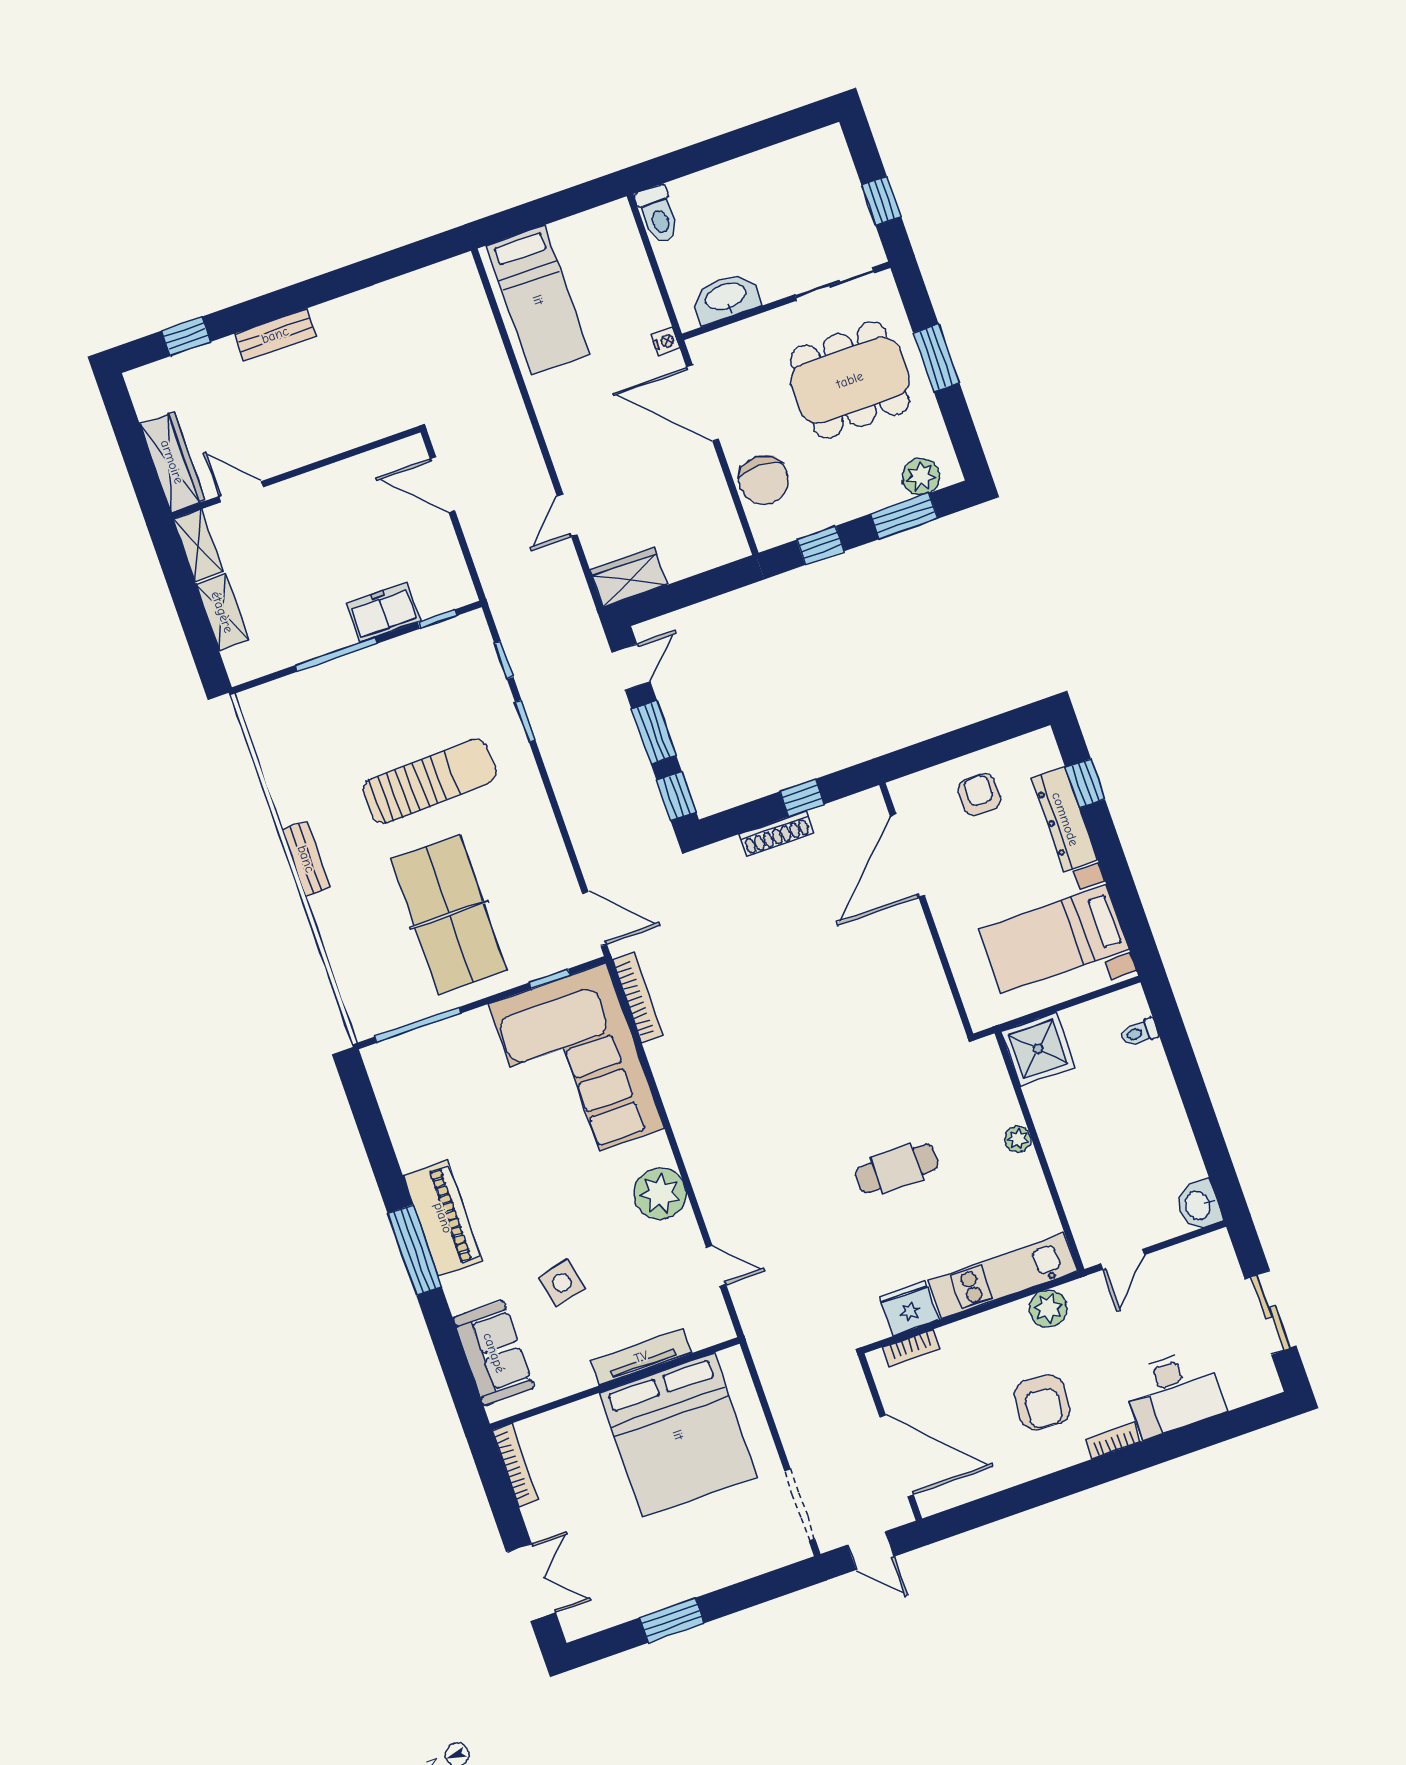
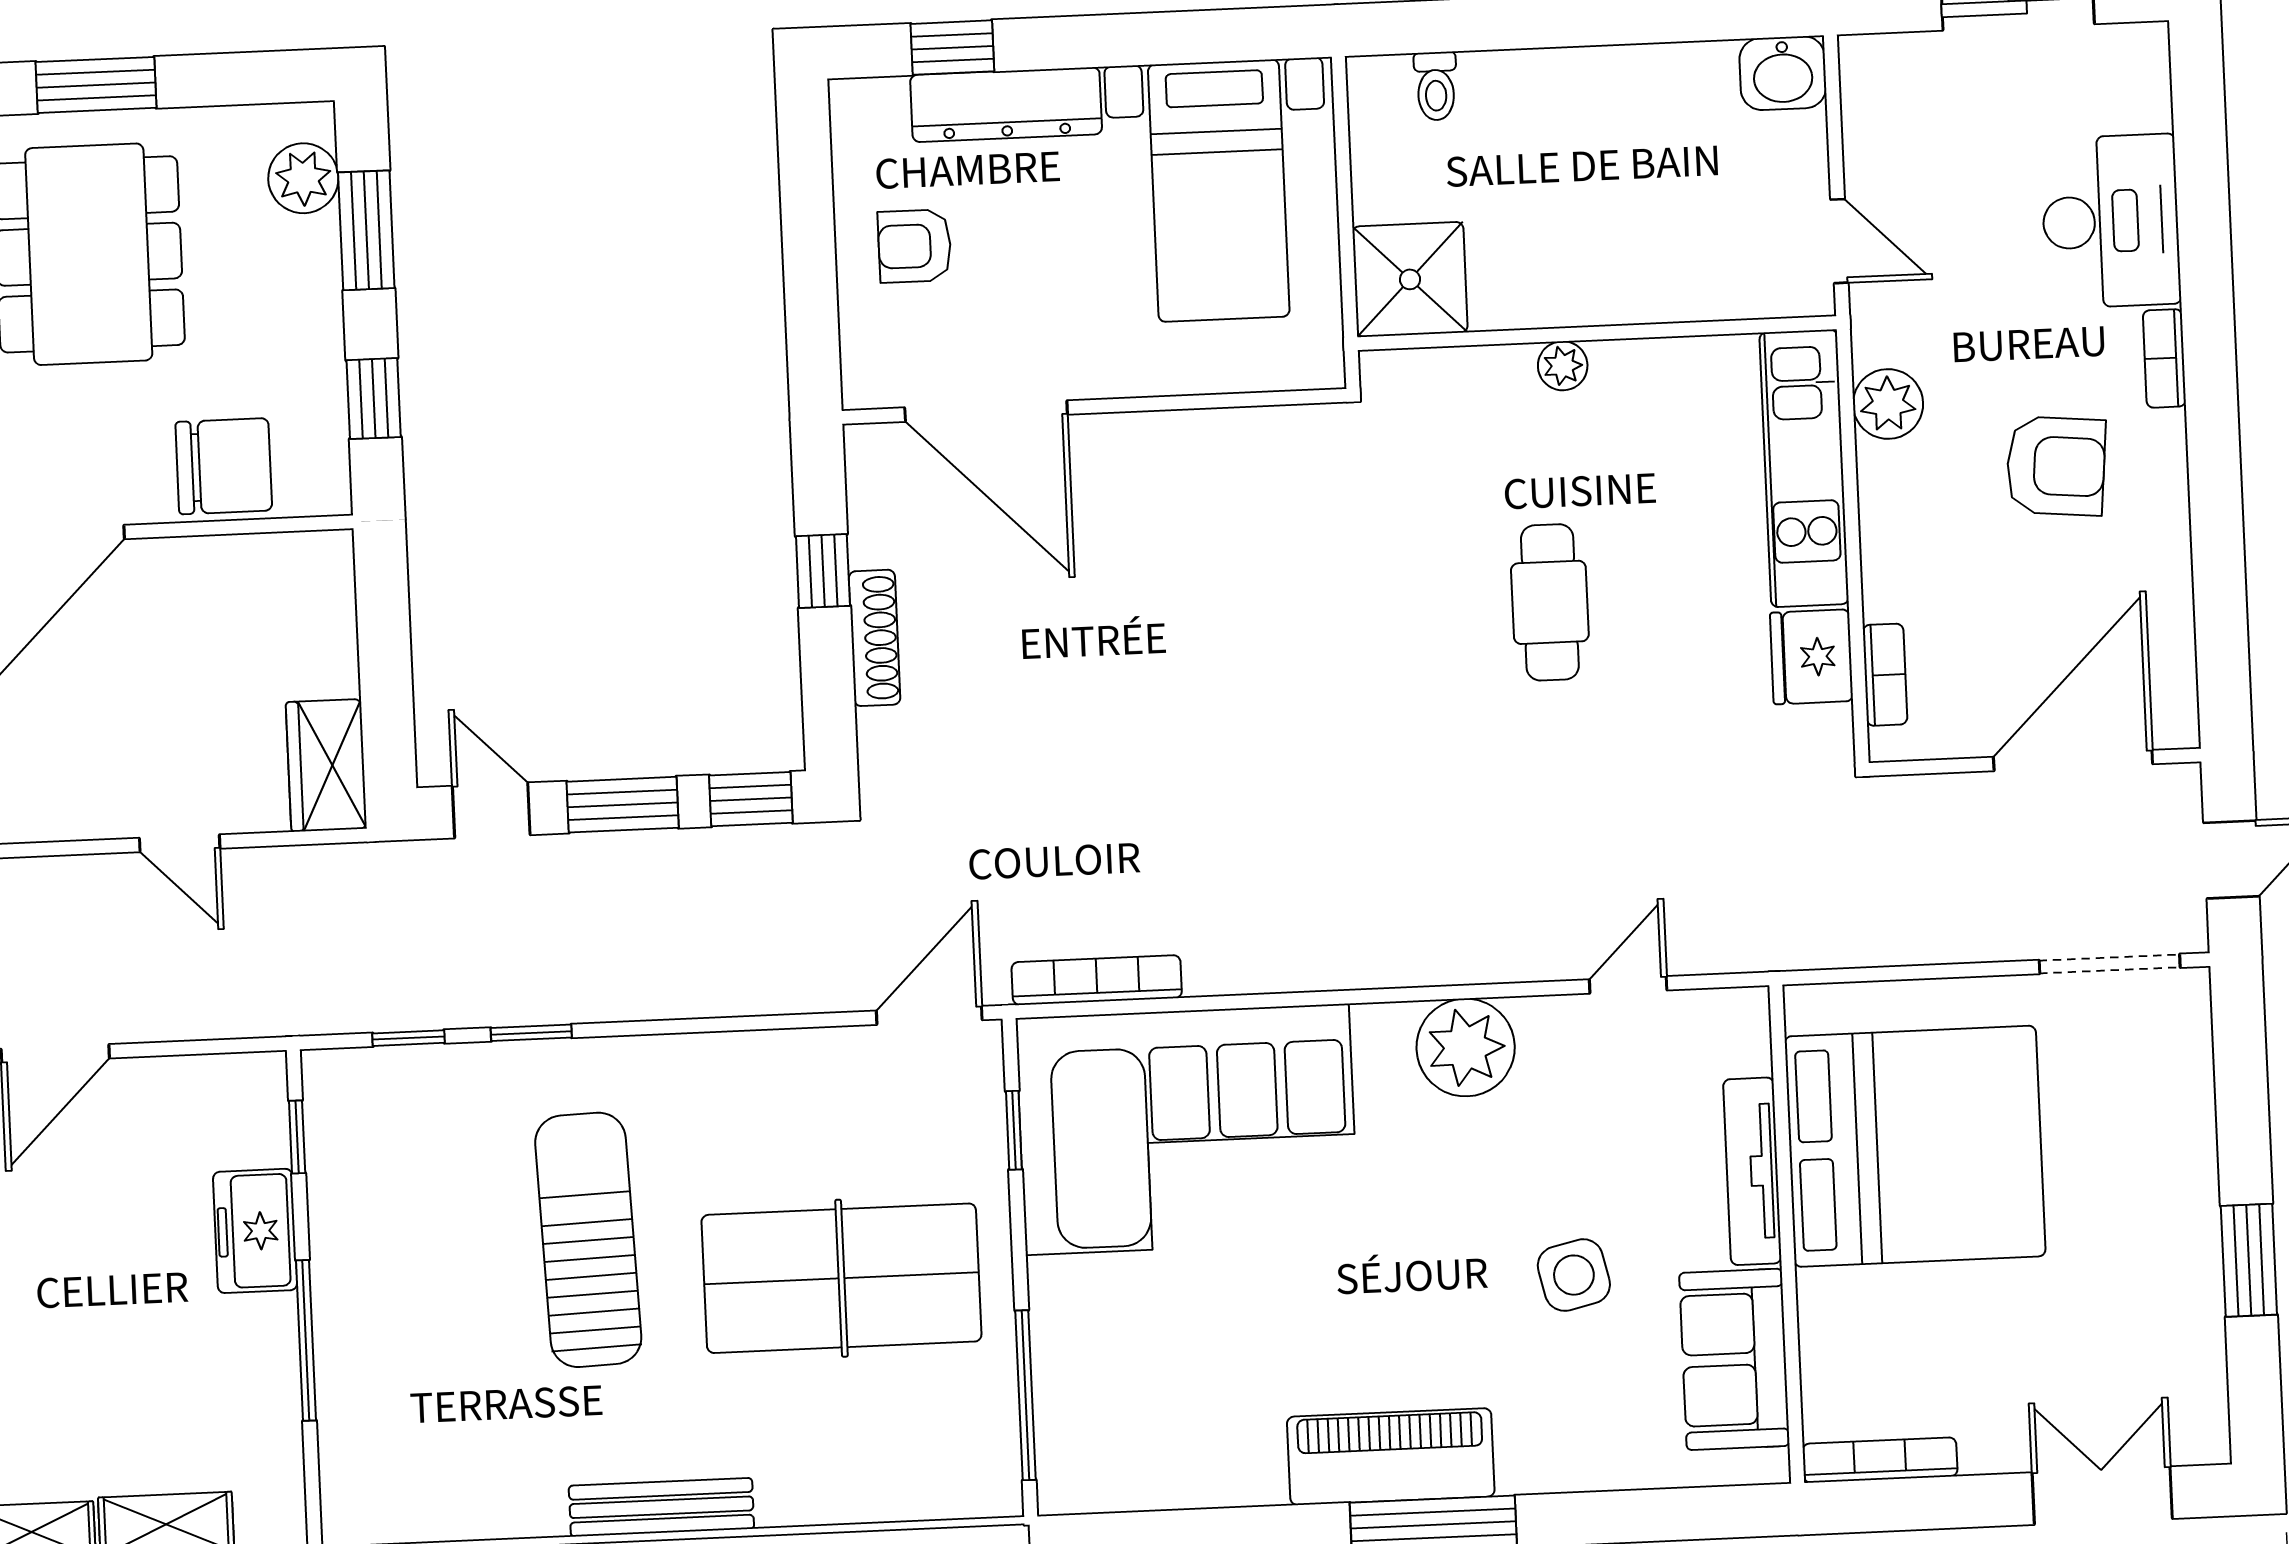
bench: (306, 859) -> (661, 1507), width x1.36
sofa: (494, 1353) -> (1734, 1359), moved, turned -90

